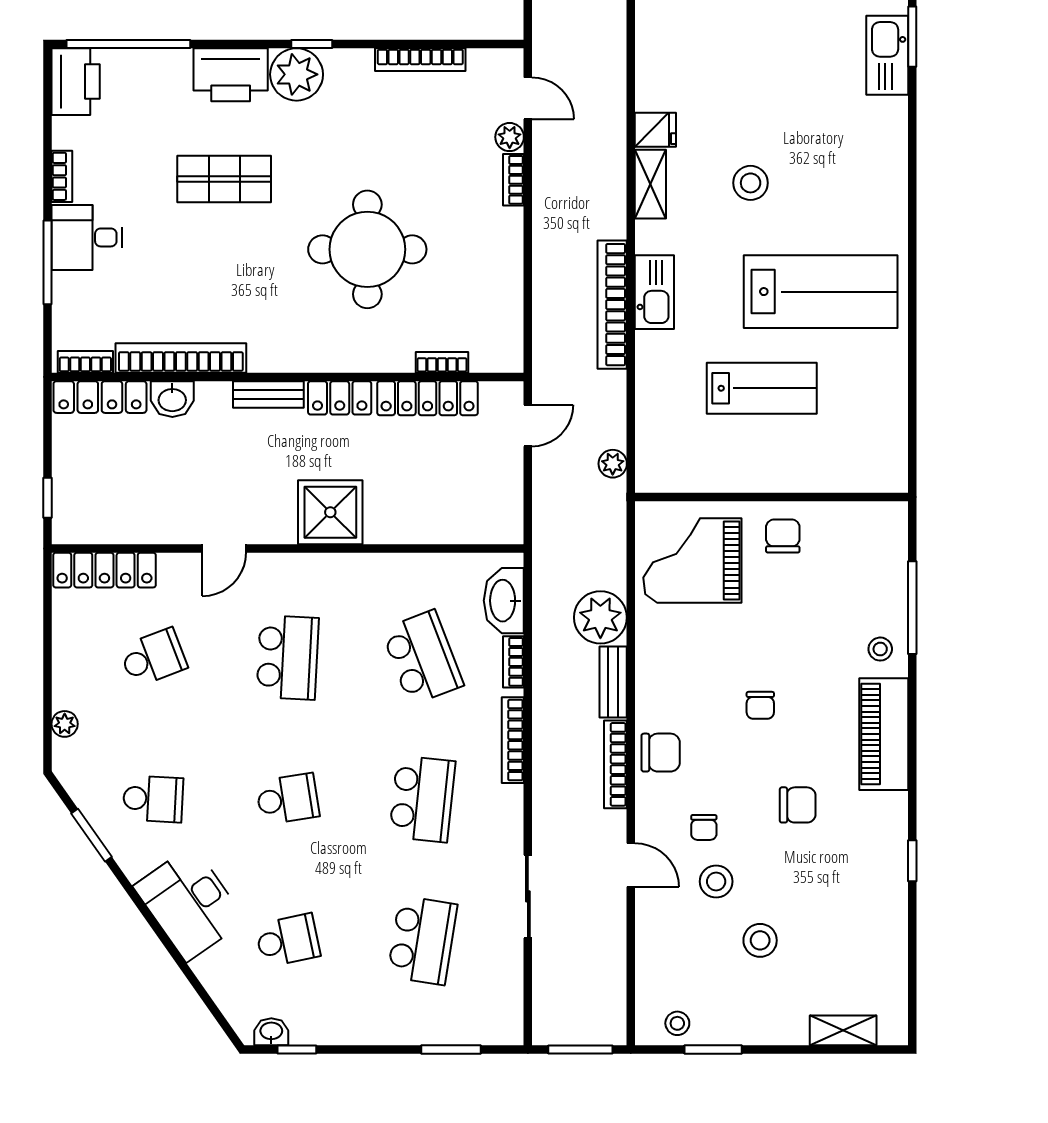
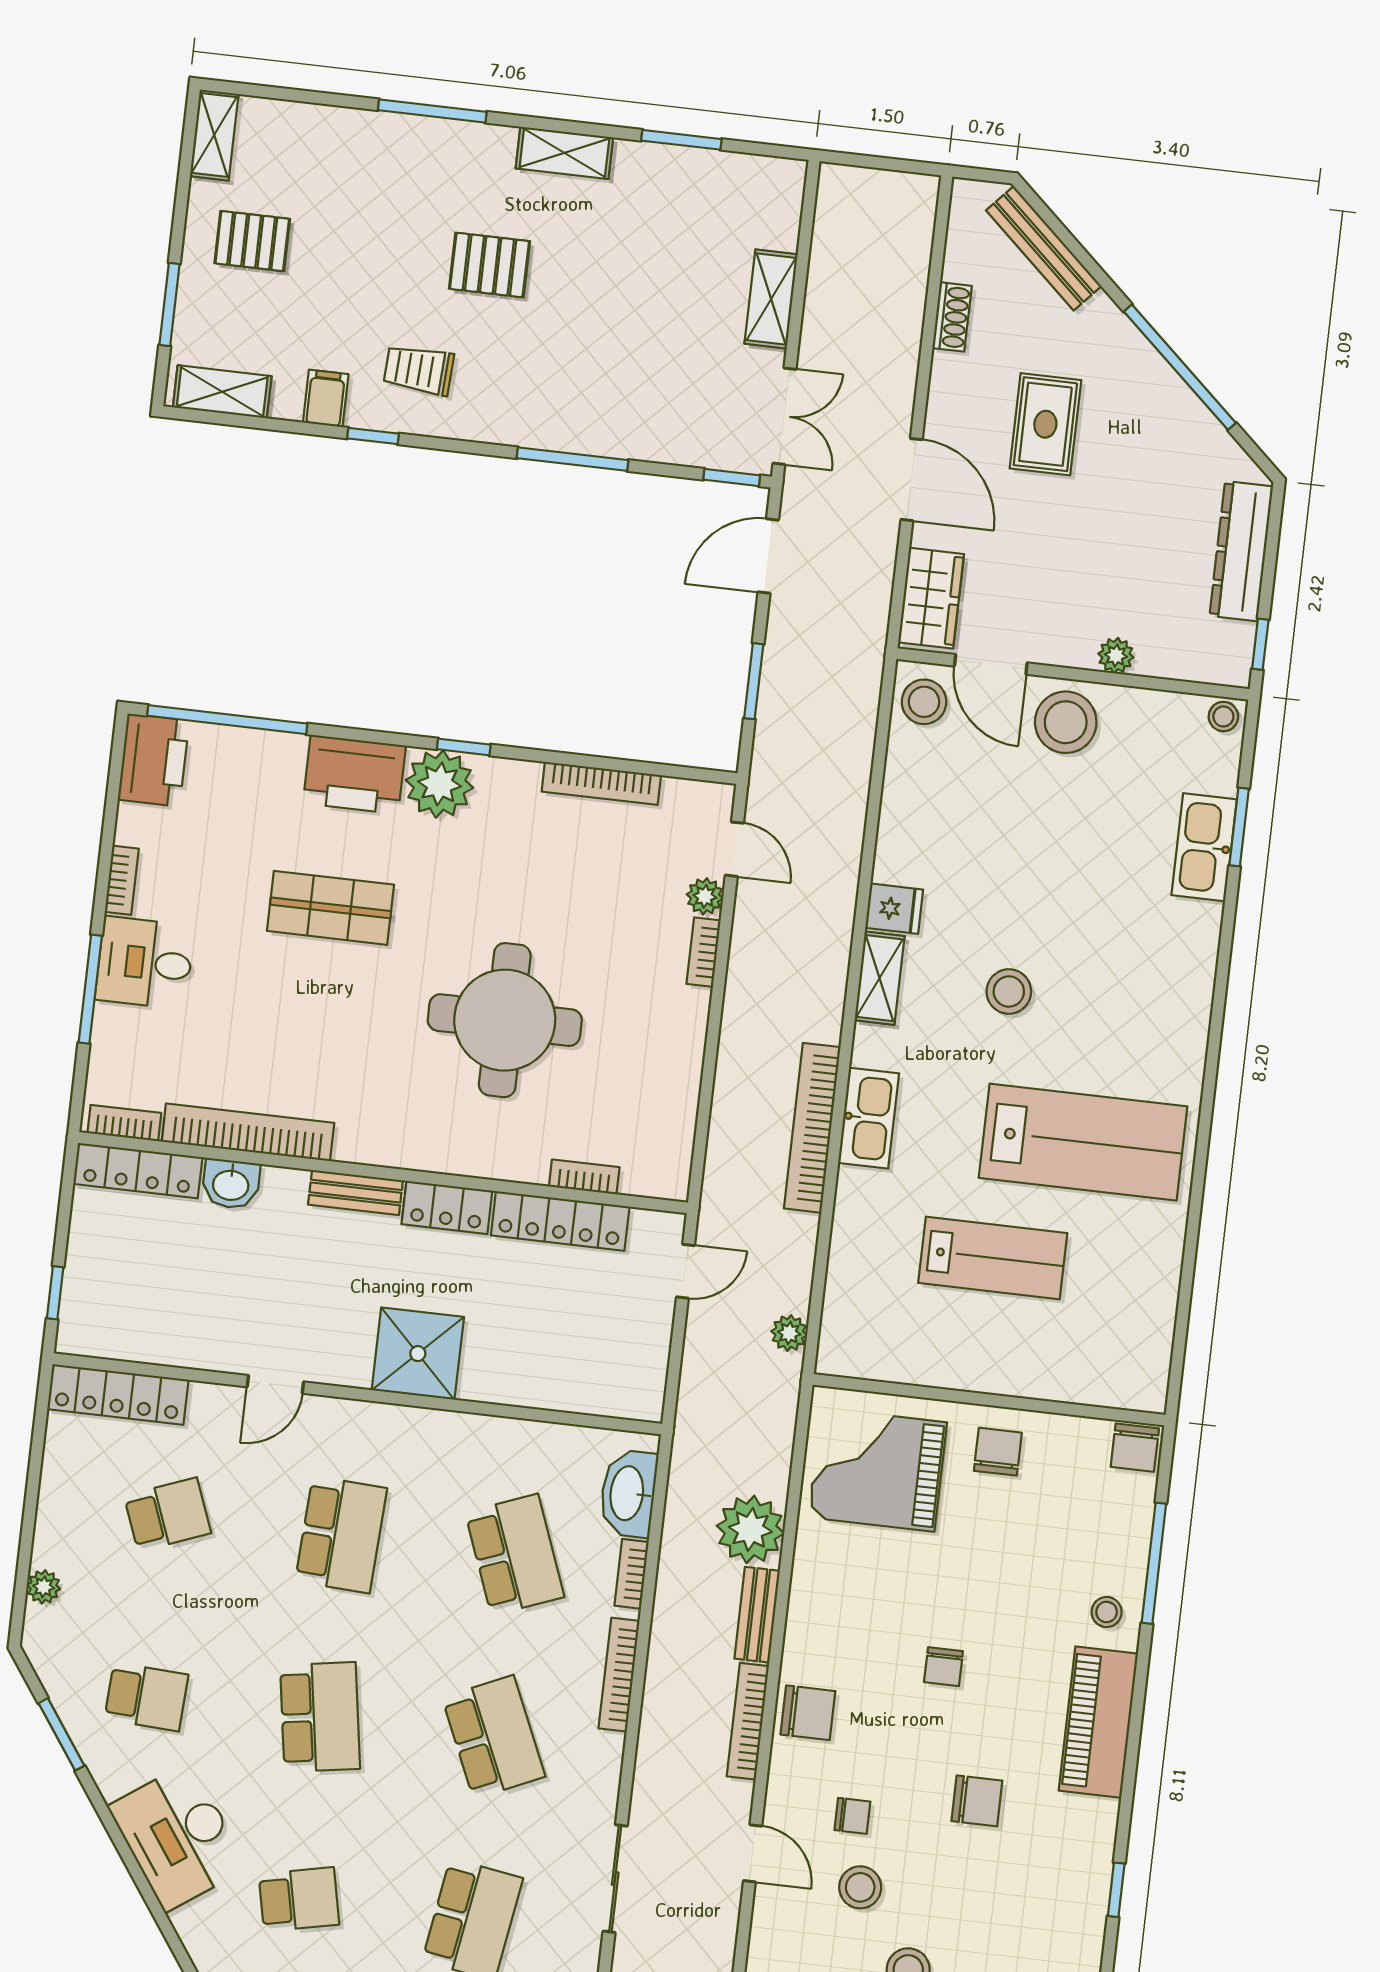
chair: (887, 521) -> (1135, 1448), added
school desk: (288, 799) -> (320, 1717), width x1.85
school desk: (422, 799) -> (494, 1737), turned -30
chair: (704, 827) -> (852, 1816), turned -90

